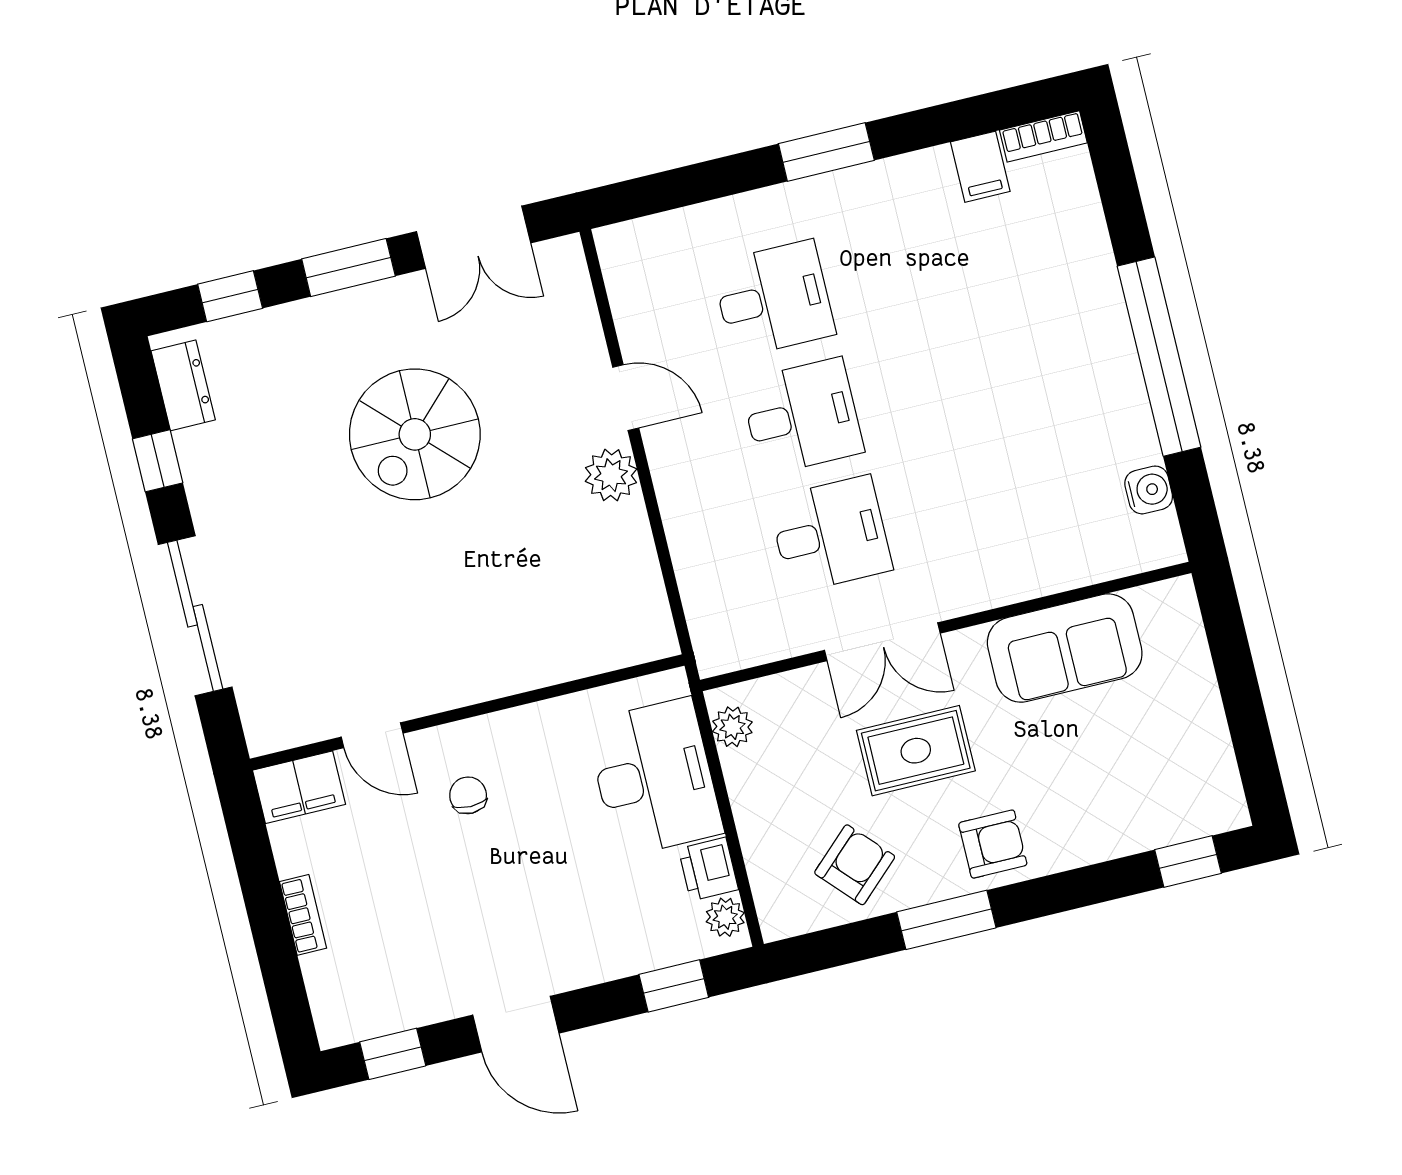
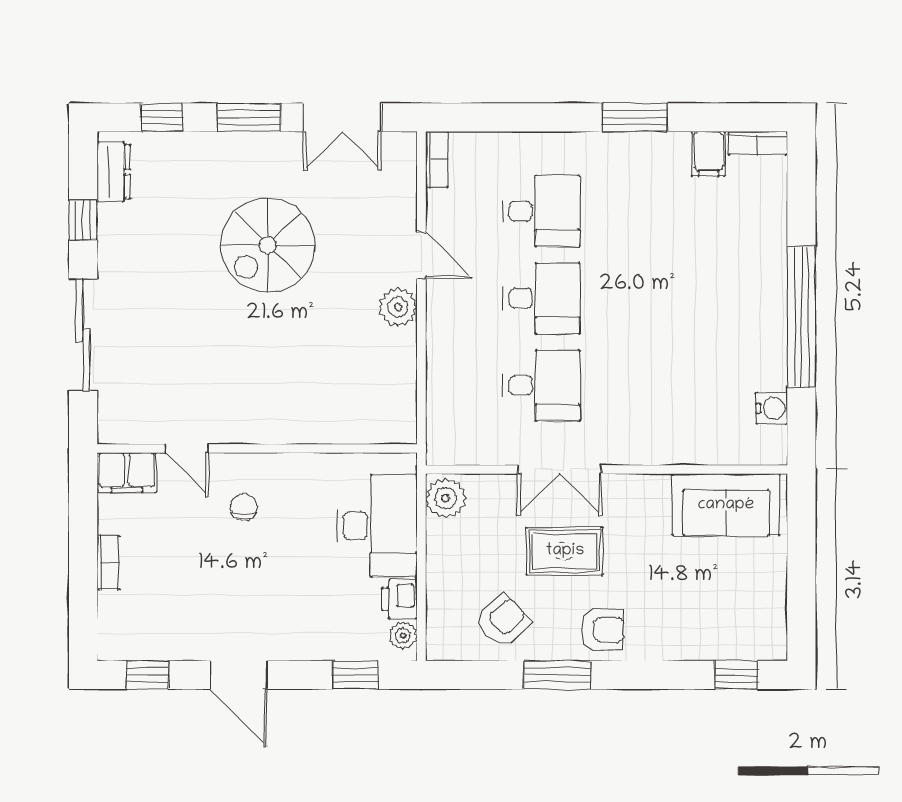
window: (826, 152) -> (635, 117), moved
bookcase: (615, 263) -> (437, 159), added
sofa: (1065, 648) -> (726, 505), moved
plant: (732, 727) -> (446, 498), width x1.38, depth x1.38

